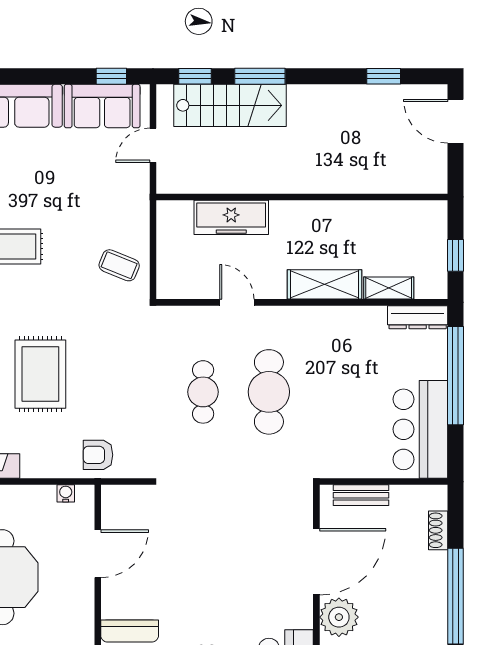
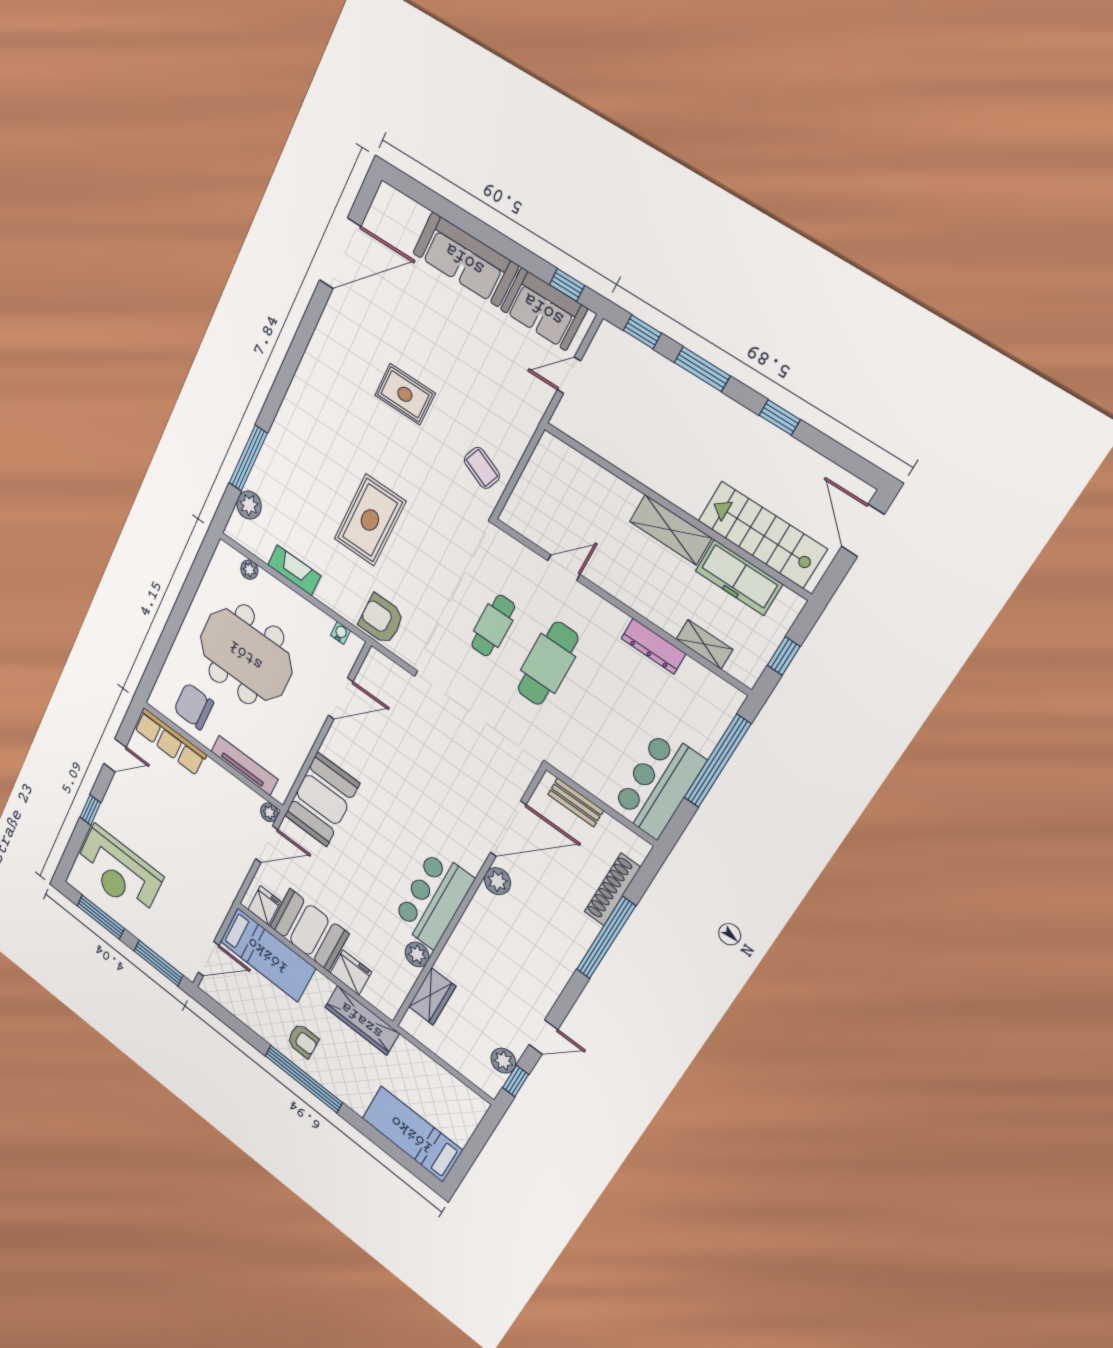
window: (384, 76) -> (780, 417), moved
stairs: (230, 105) -> (762, 535), moved, turned 180
freezer: (231, 217) -> (739, 578), moved
shelving: (325, 284) -> (670, 530), moved
door: (237, 302) -> (564, 568), hinge flipped
dresser: (418, 317) -> (653, 646), moved
armchair: (98, 455) -> (381, 619), width x1.38, depth x1.38
shoe rack: (438, 530) -> (612, 889), width x1.94, depth x1.24
plant: (339, 617) -> (497, 881), width x0.73, depth x0.73

